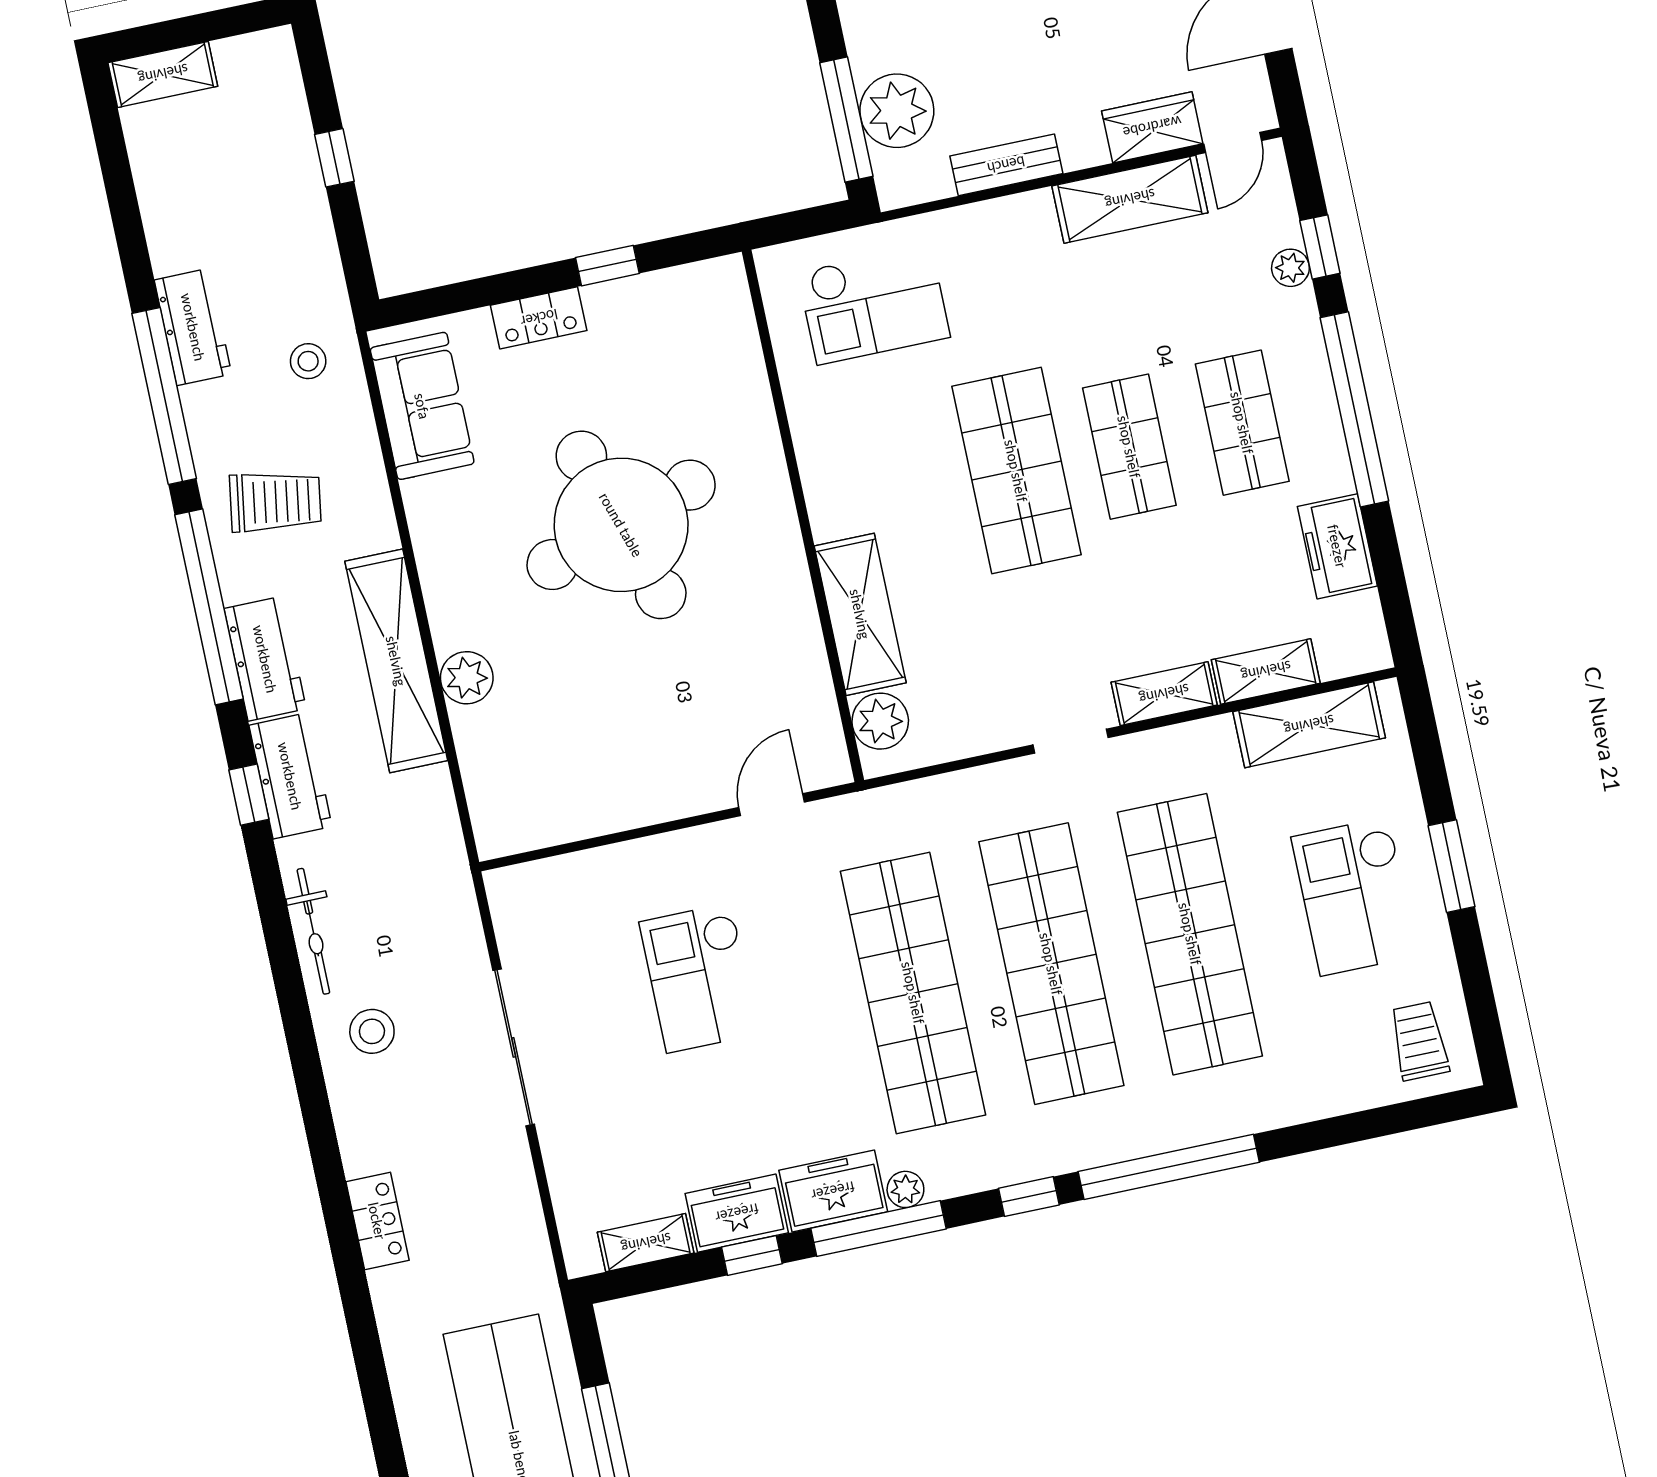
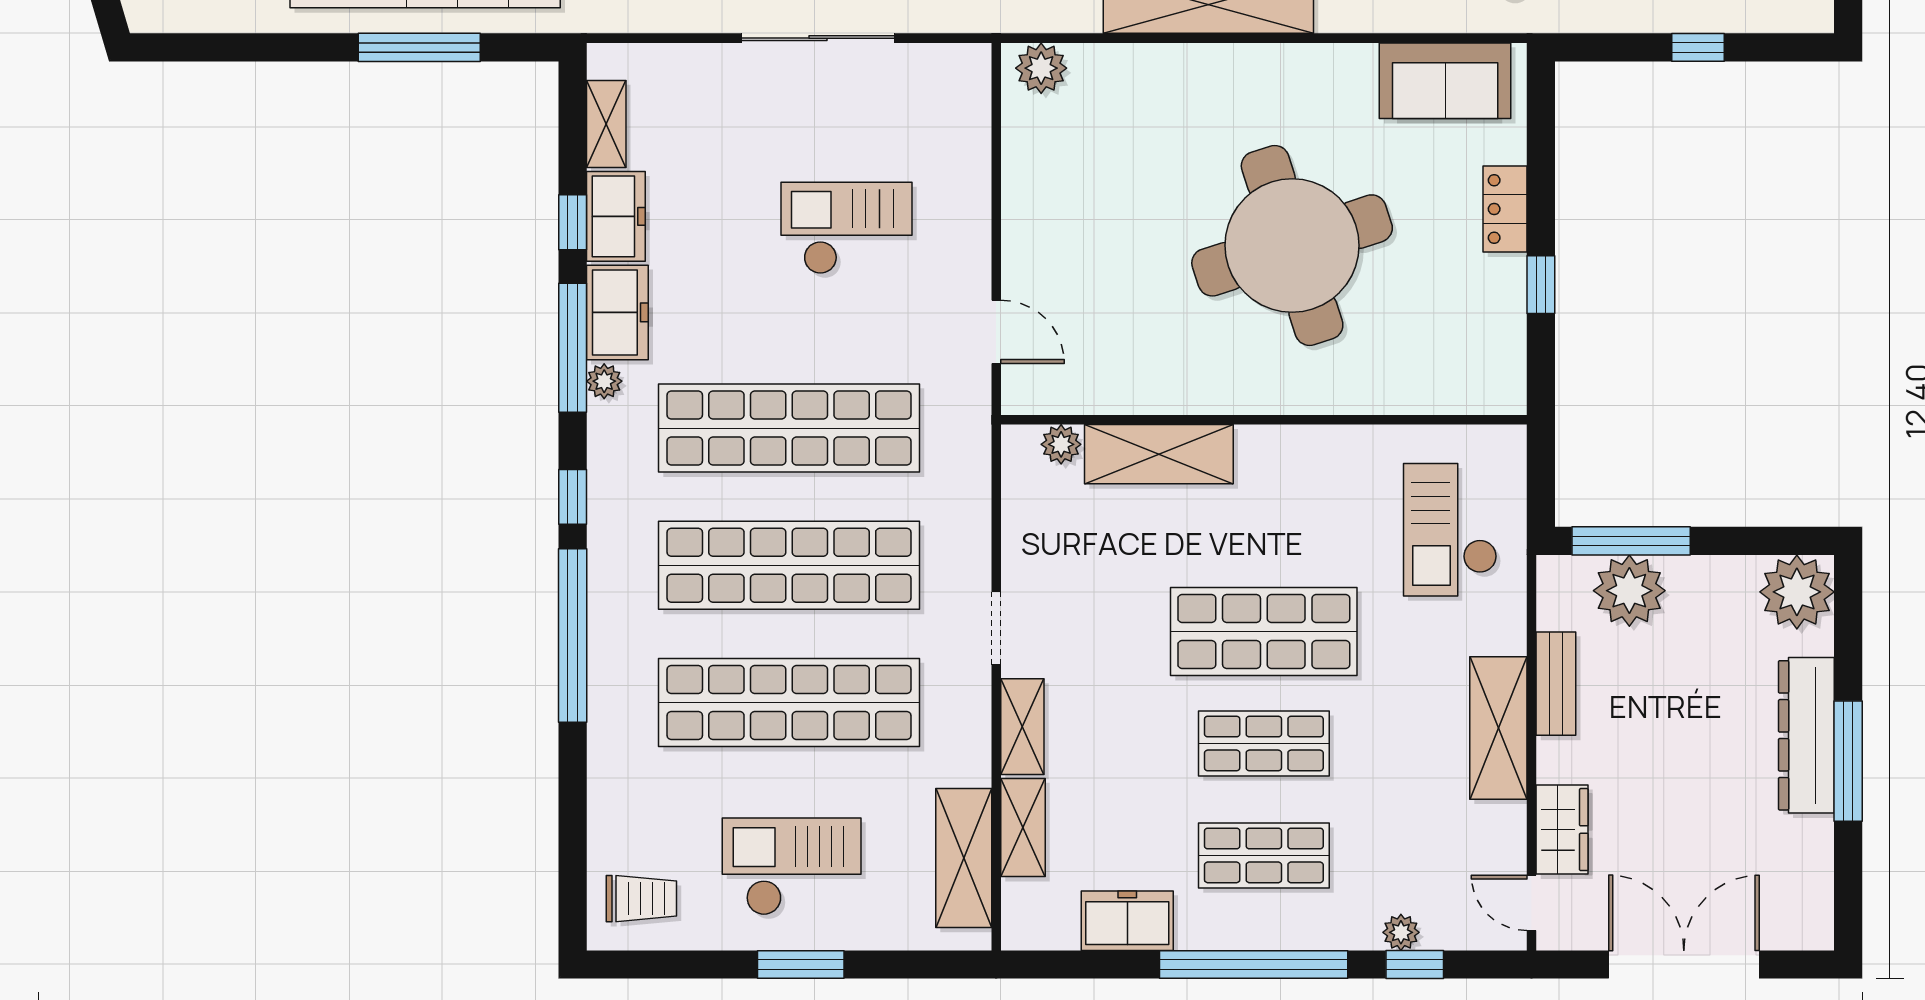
shelving: (1130, 199) -> (1498, 728), moved
plant: (467, 678) -> (1041, 68), moved
plant: (880, 721) -> (1061, 444), width x0.73, depth x0.73

